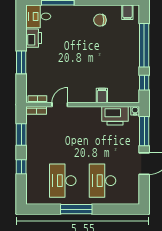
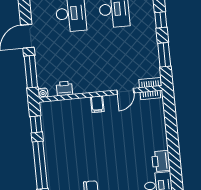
window: (21, 62) -> (172, 133), removed
filing cabinet: (102, 96) -> (97, 104), moved
printer: (115, 116) -> (64, 88), width x0.53, depth x0.68

